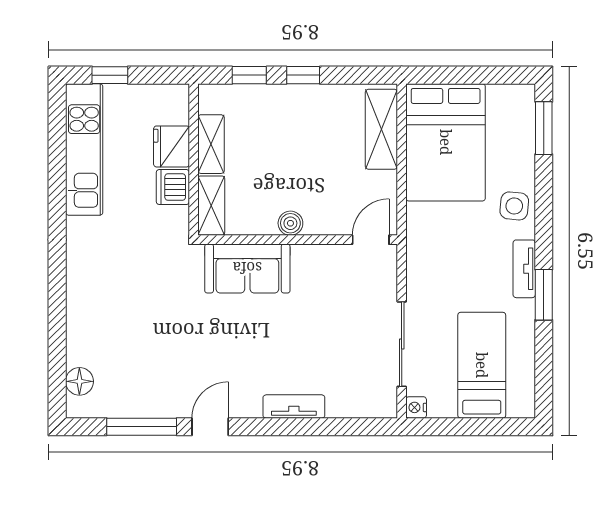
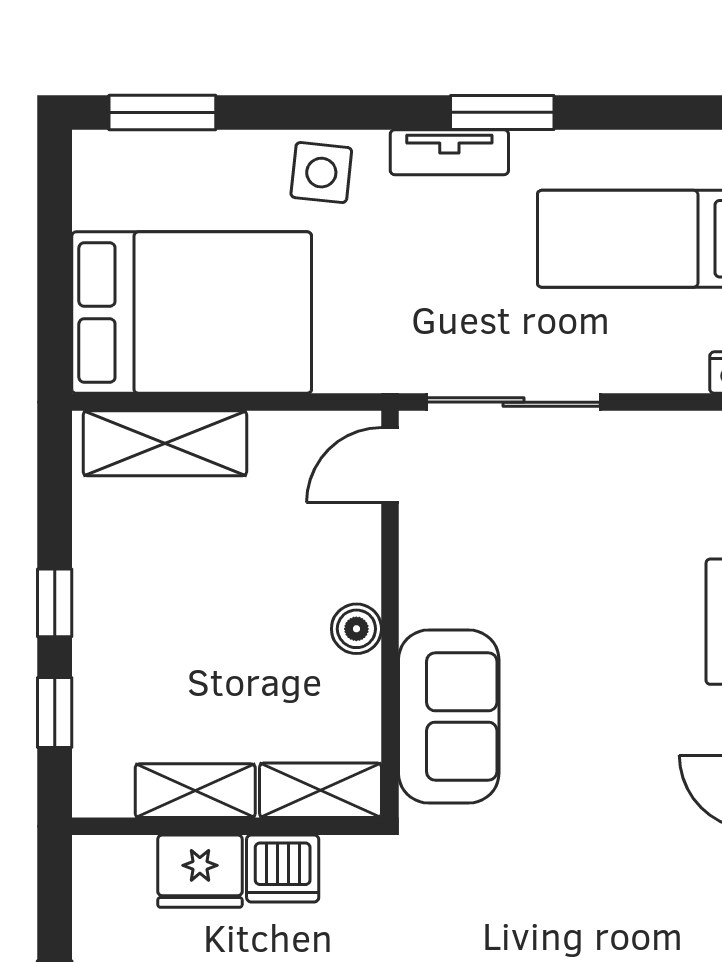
door: (371, 240) -> (390, 465), hinge flipped
sliding door: (402, 344) -> (513, 402), moved

